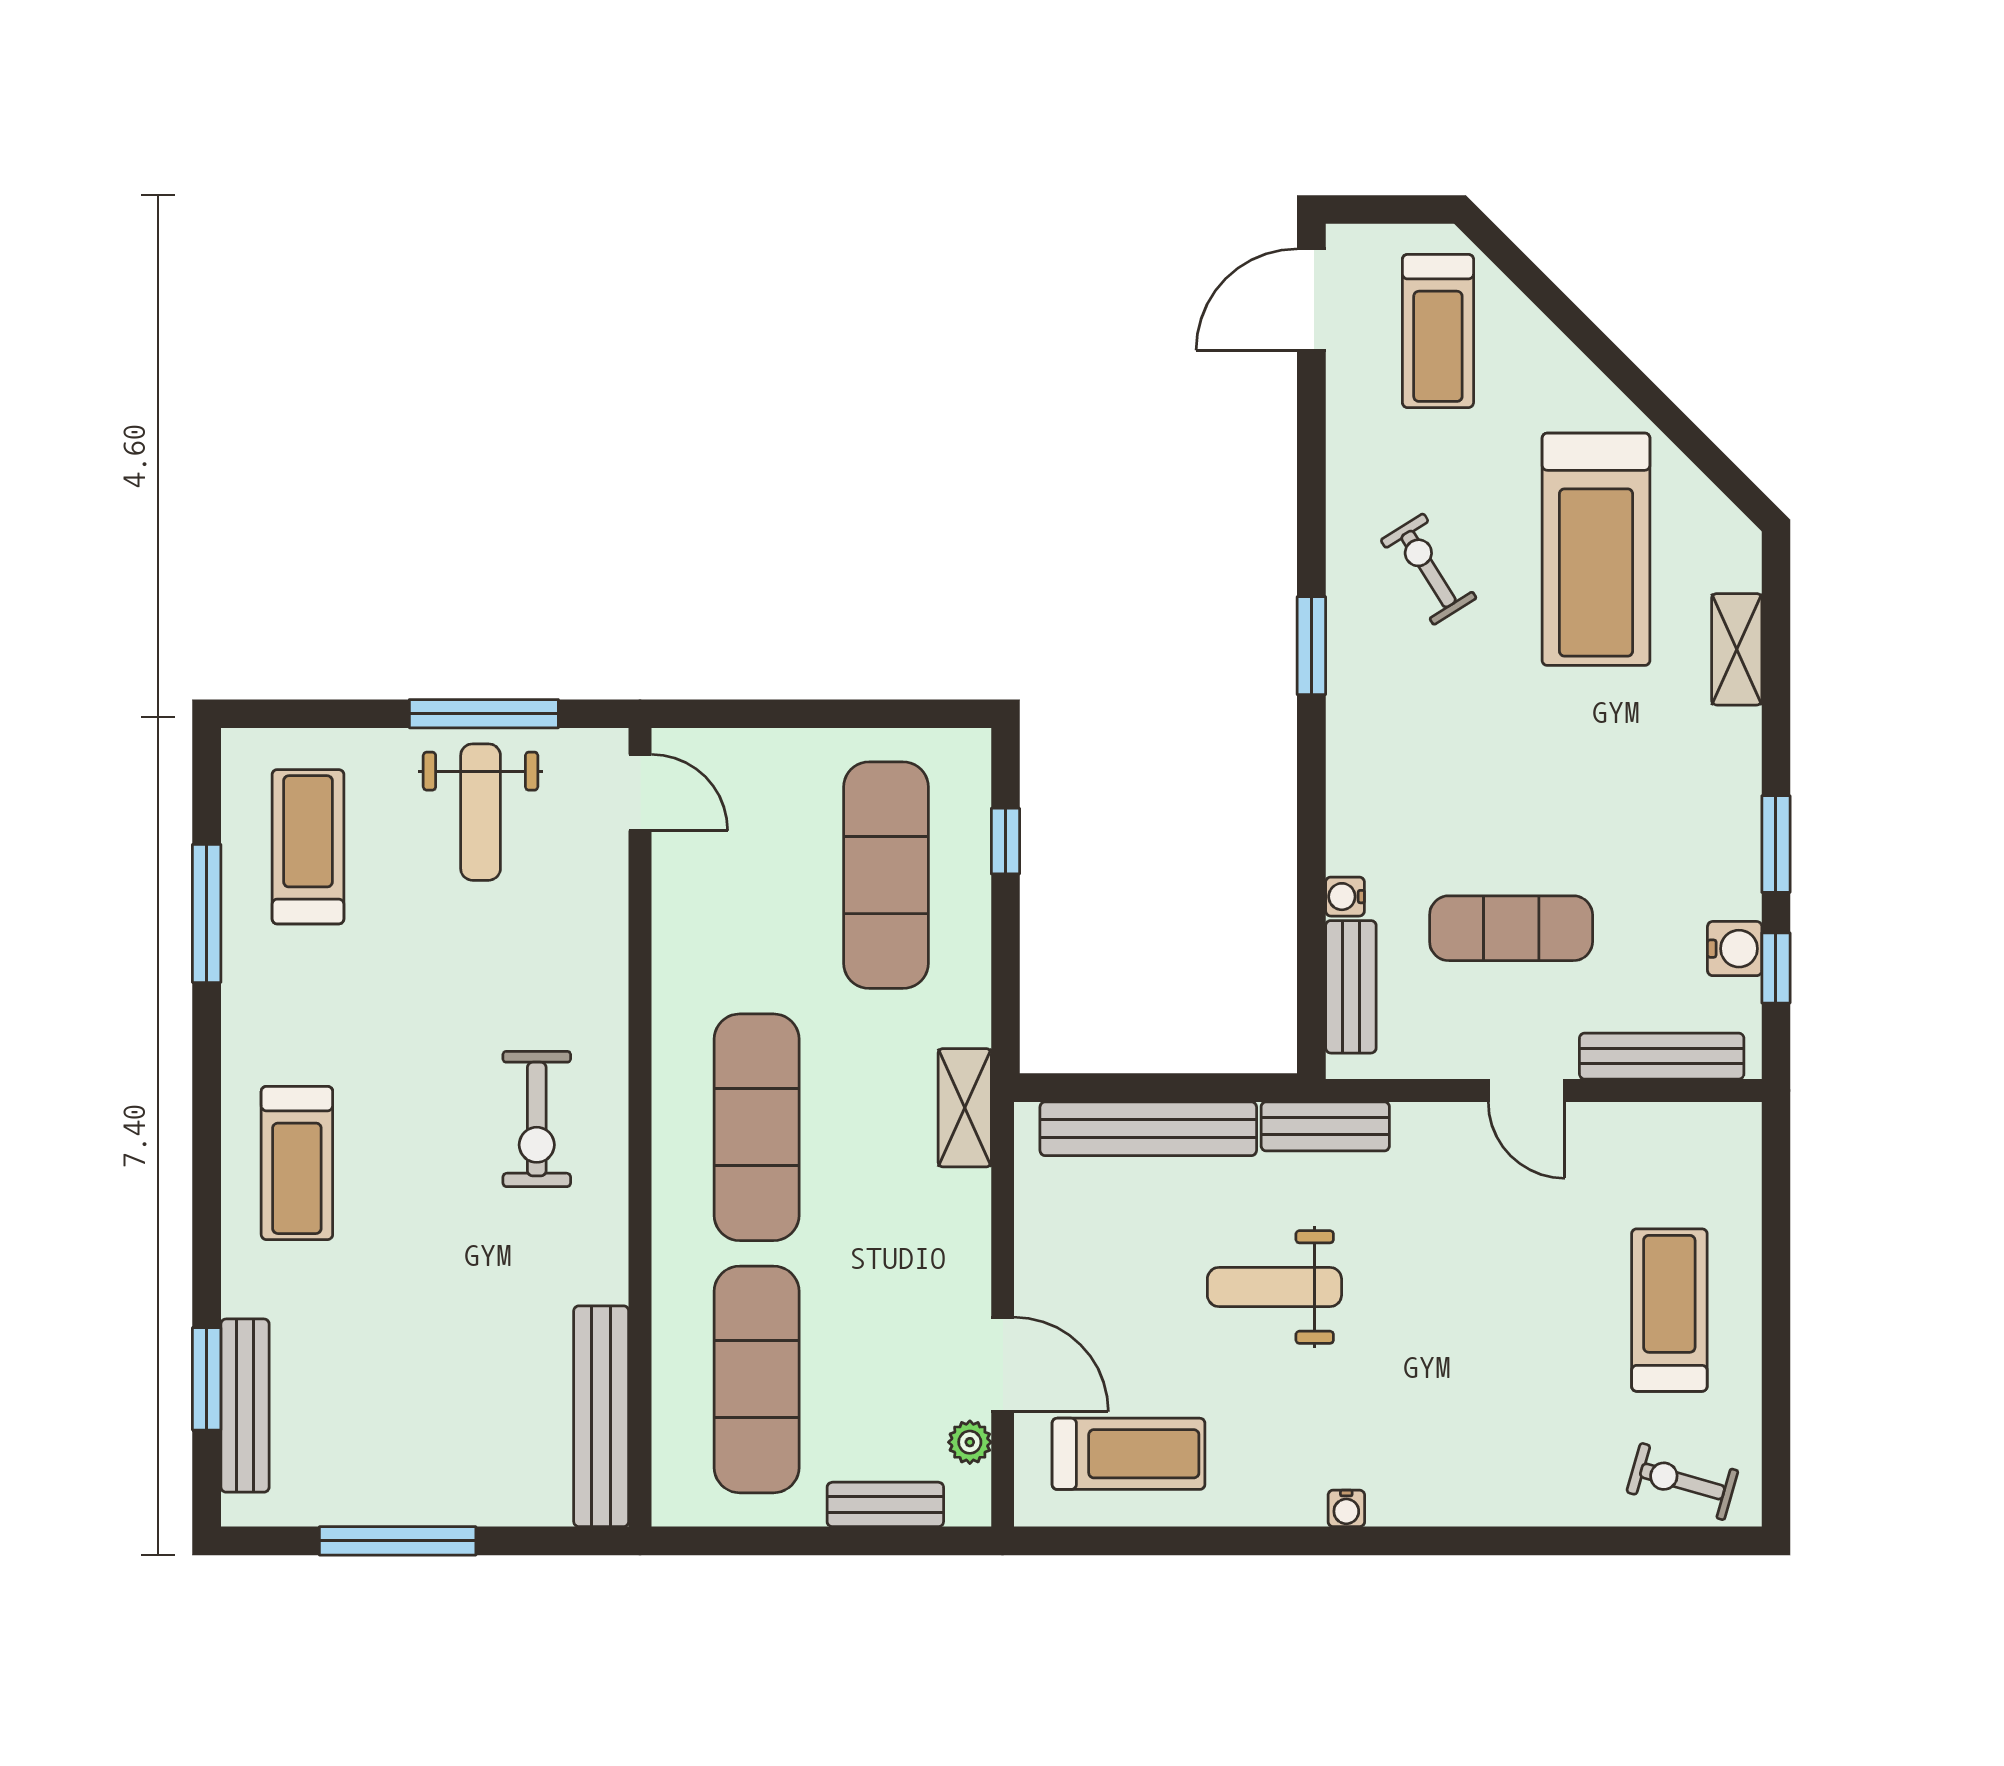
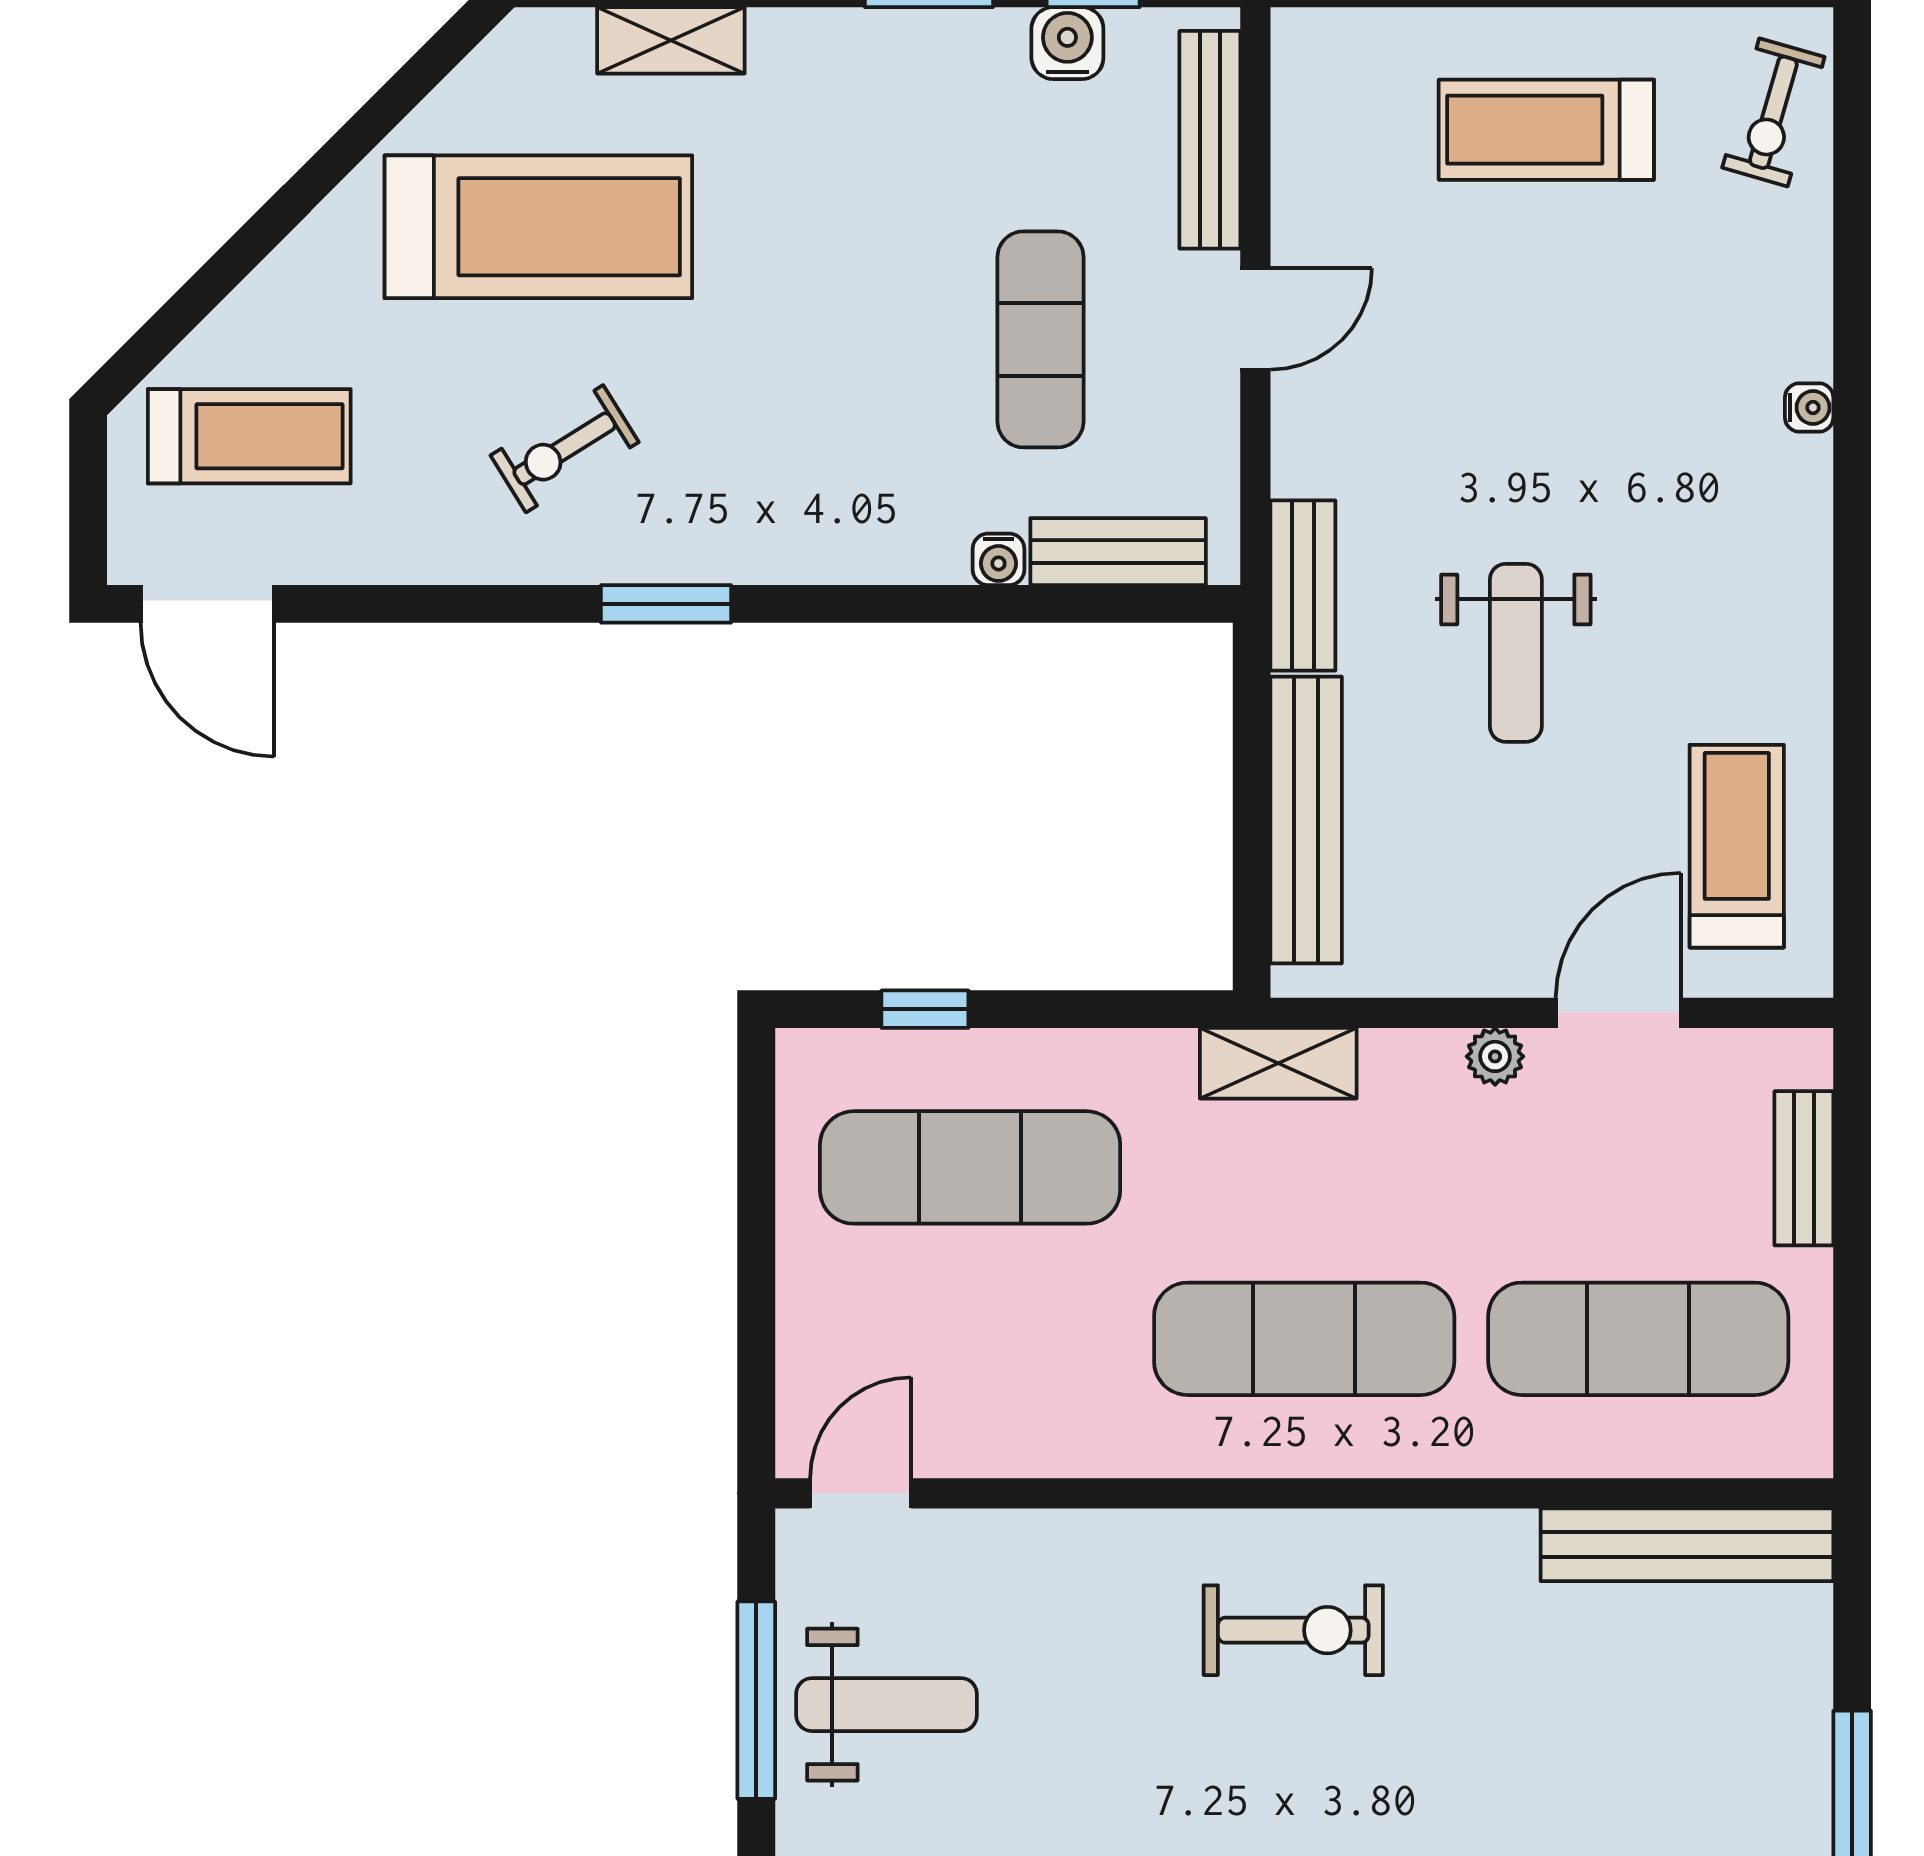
plant: (970, 1442) -> (1495, 1056), moved
water cooler: (1346, 1508) -> (1809, 408), moved

